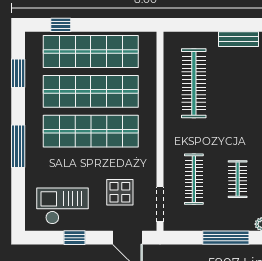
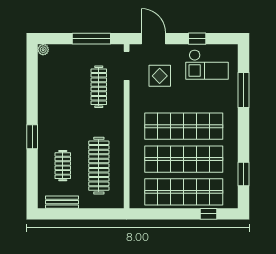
window: (18, 146) -> (244, 90), moved
clothes rail: (238, 179) -> (63, 166), moved
window: (226, 238) -> (91, 39), moved

